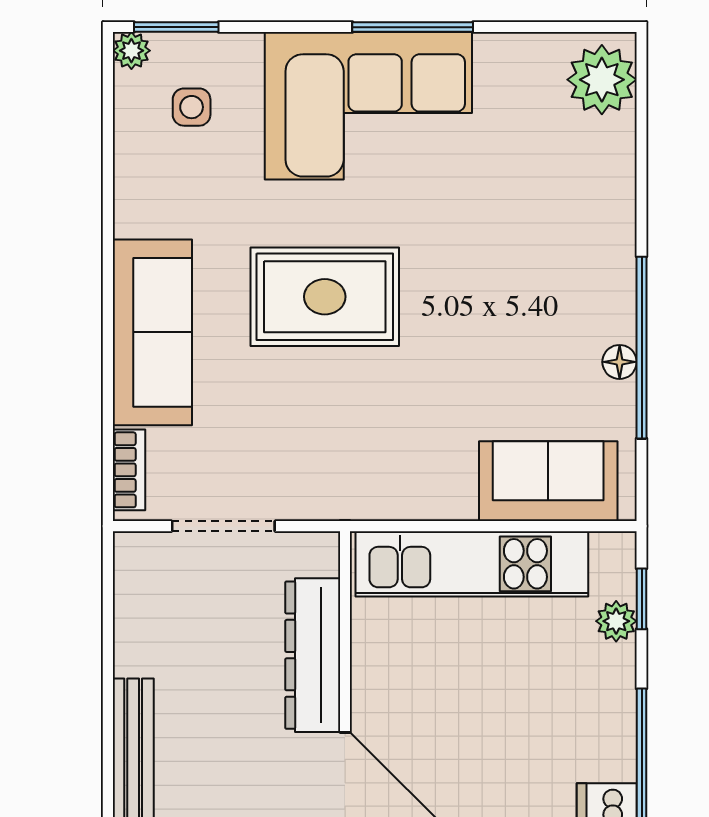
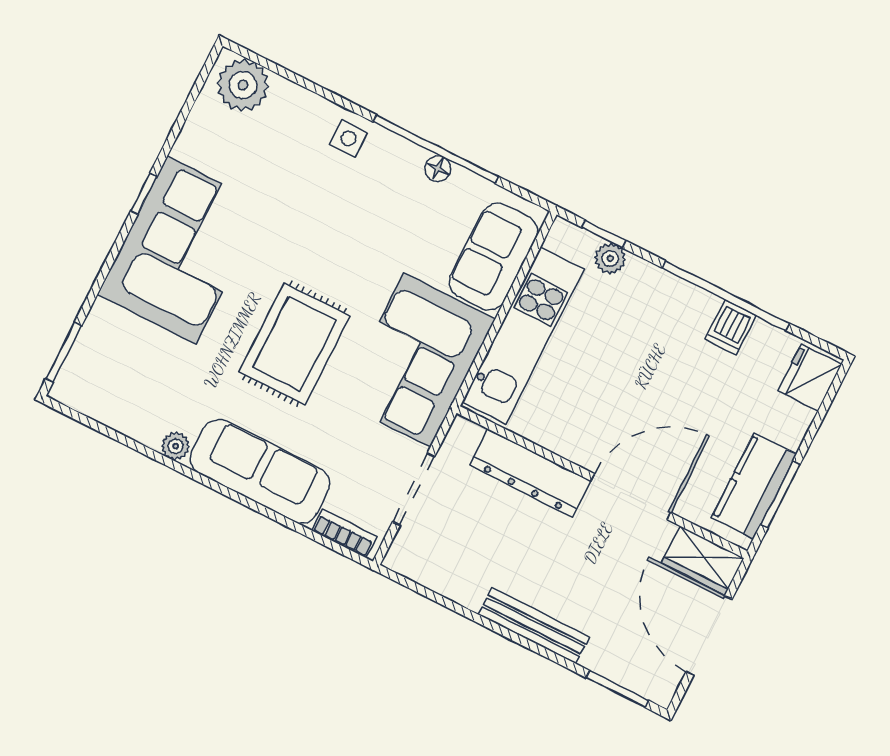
window: (413, 27) -> (144, 194), width x0.46
plant: (131, 51) -> (176, 446), moved
side table: (192, 107) -> (348, 138), moved
corner sofa: (379, 453) -> (417, 360), added

